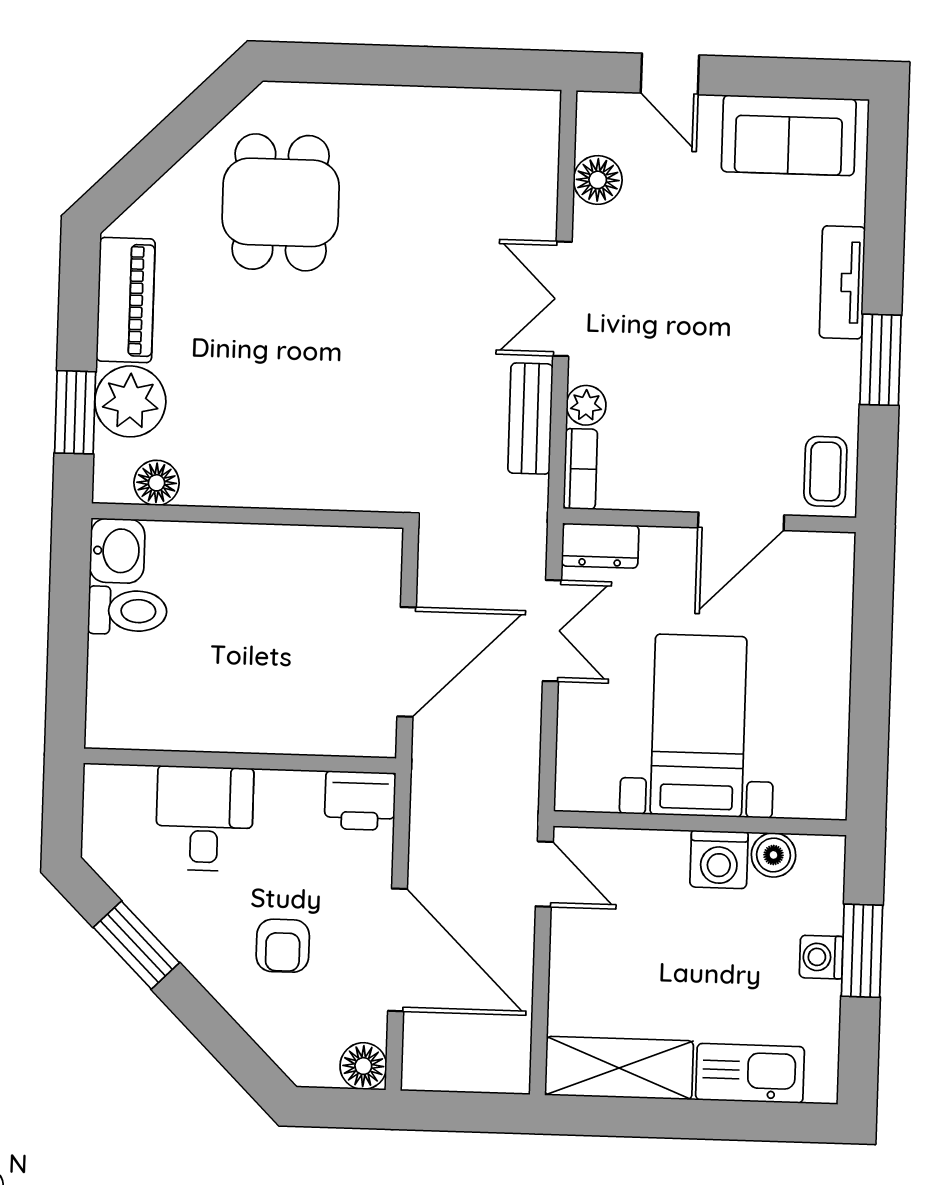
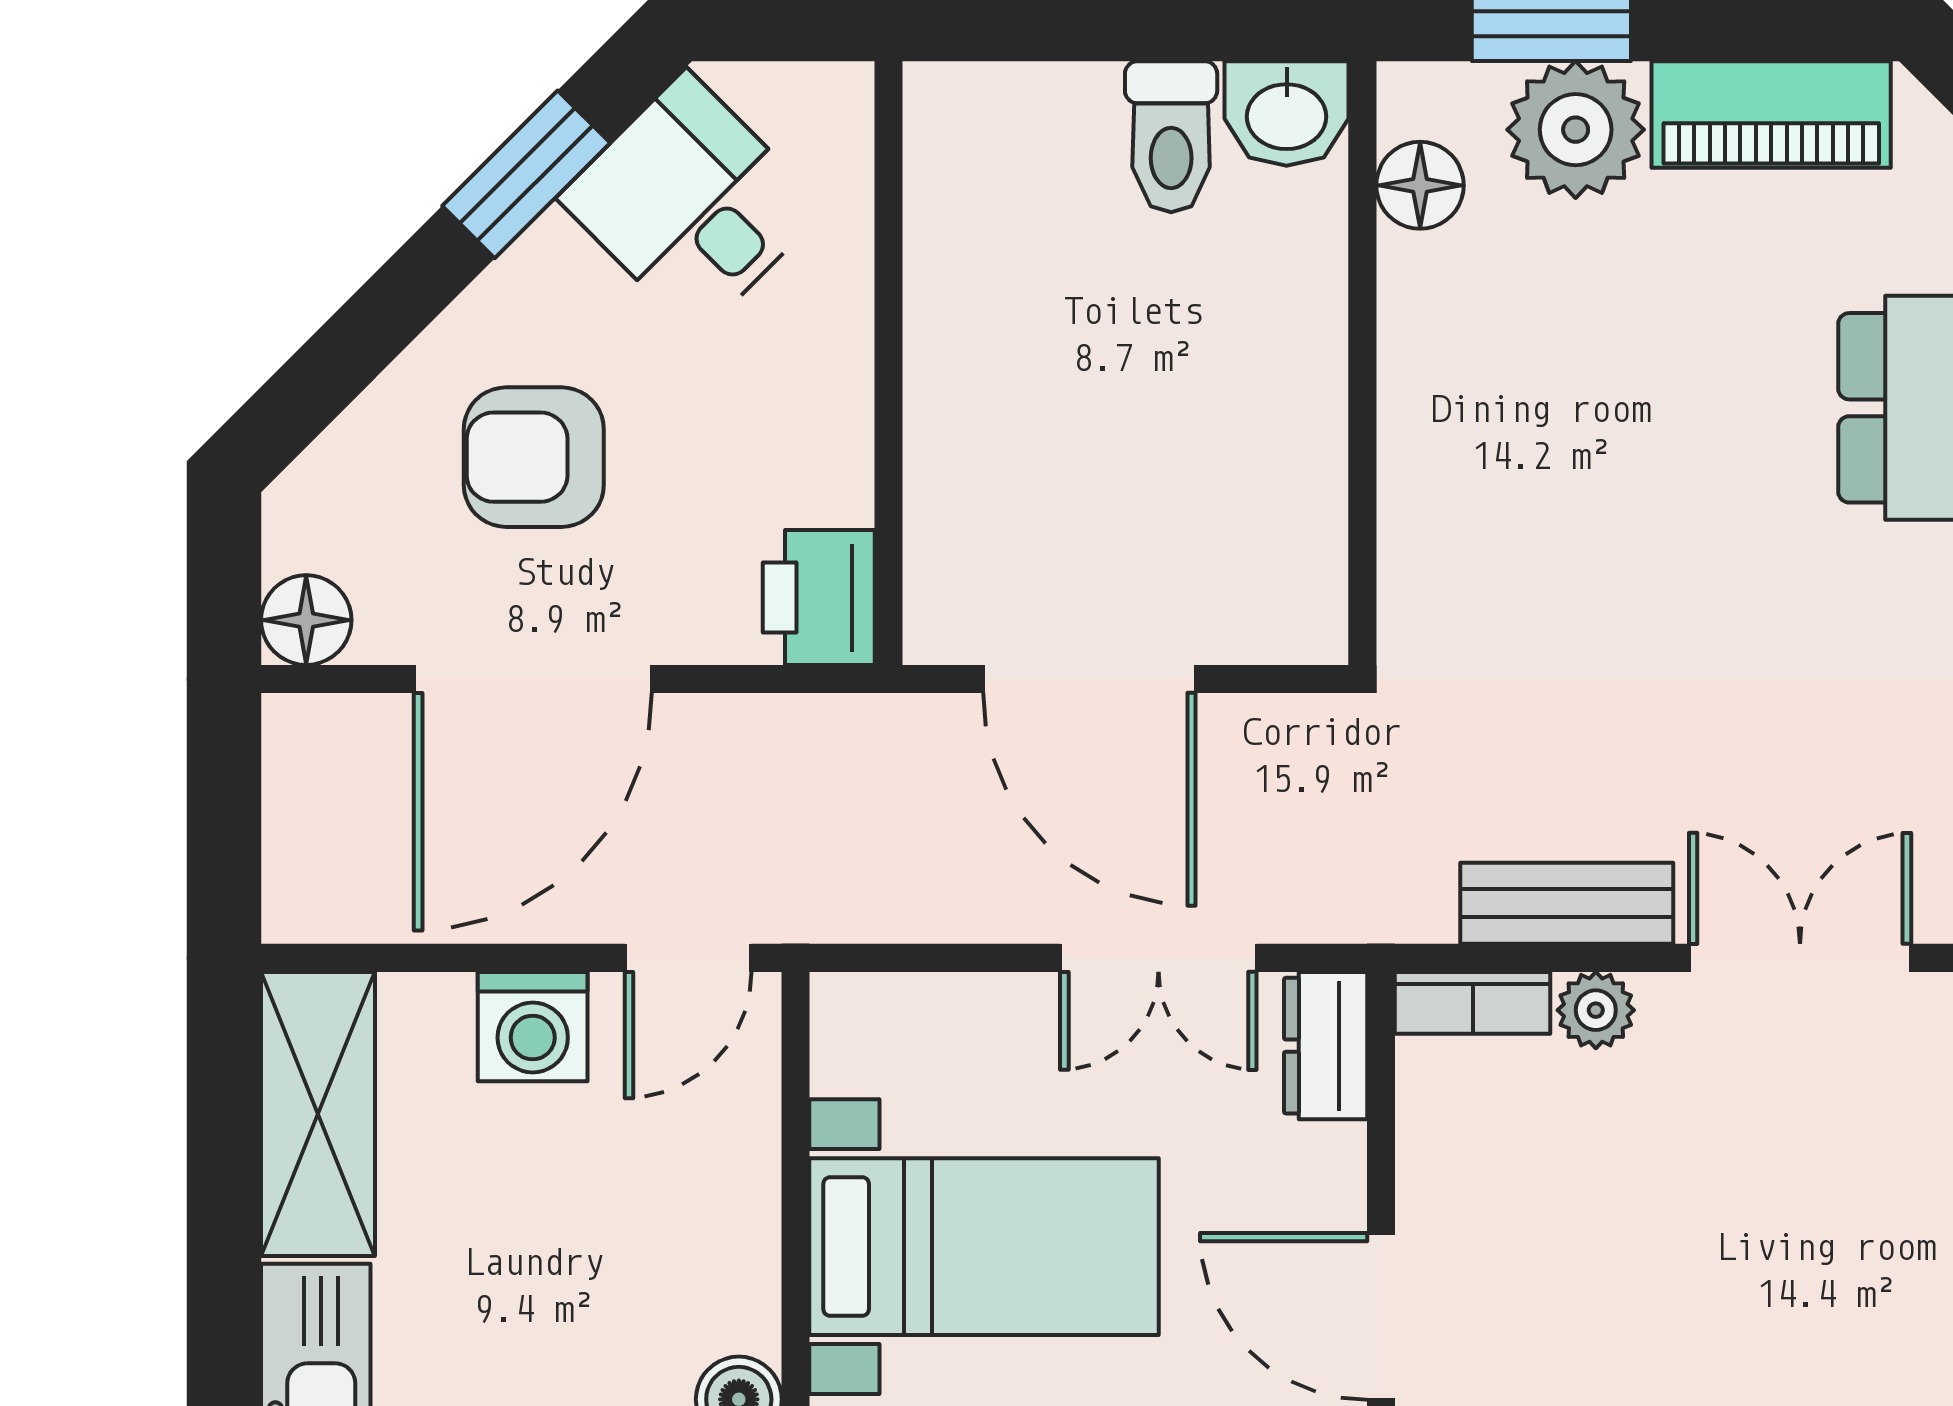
desk: (204, 819) -> (692, 203), moved, turned -135
washing machine: (719, 859) -> (533, 1027), moved, turned -90
armchair: (283, 946) -> (534, 457), width x1.38, depth x1.38

